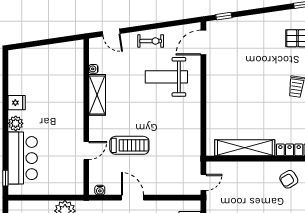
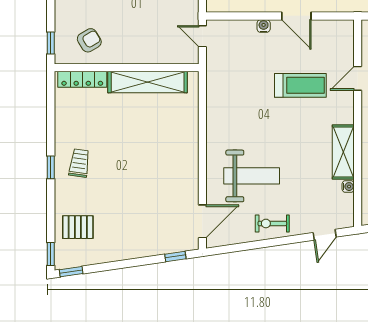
door: (111, 32) -> (325, 235), swing flipped
treadmill: (129, 145) -> (300, 85), turned 180
door: (203, 182) -> (202, 36), hinge flipped
water cooler: (100, 190) -> (264, 26), moved

